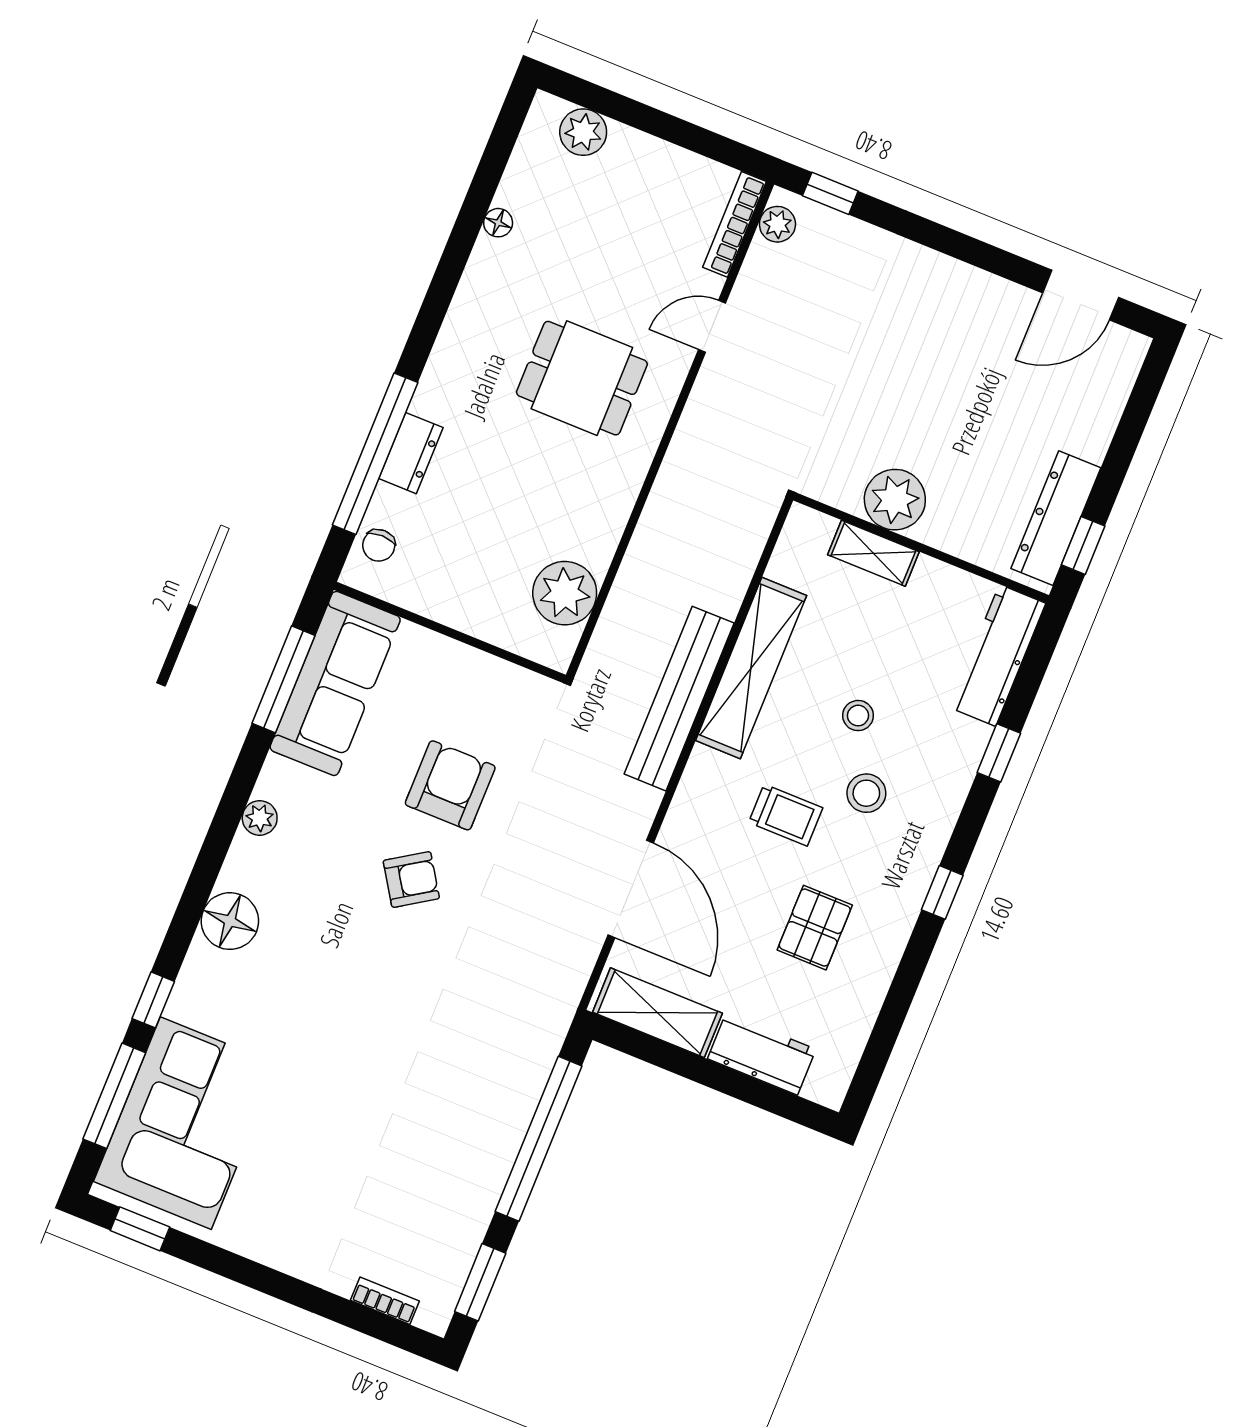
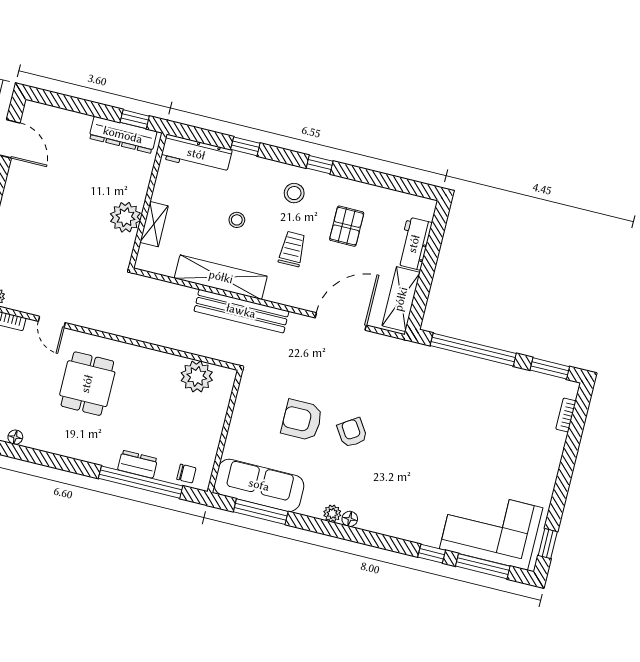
stool: (866, 793) -> (294, 193), moved
floor lamp: (230, 921) -> (350, 519), moved, width x0.53, depth x0.53
pallet: (815, 928) -> (347, 226), turned 90

